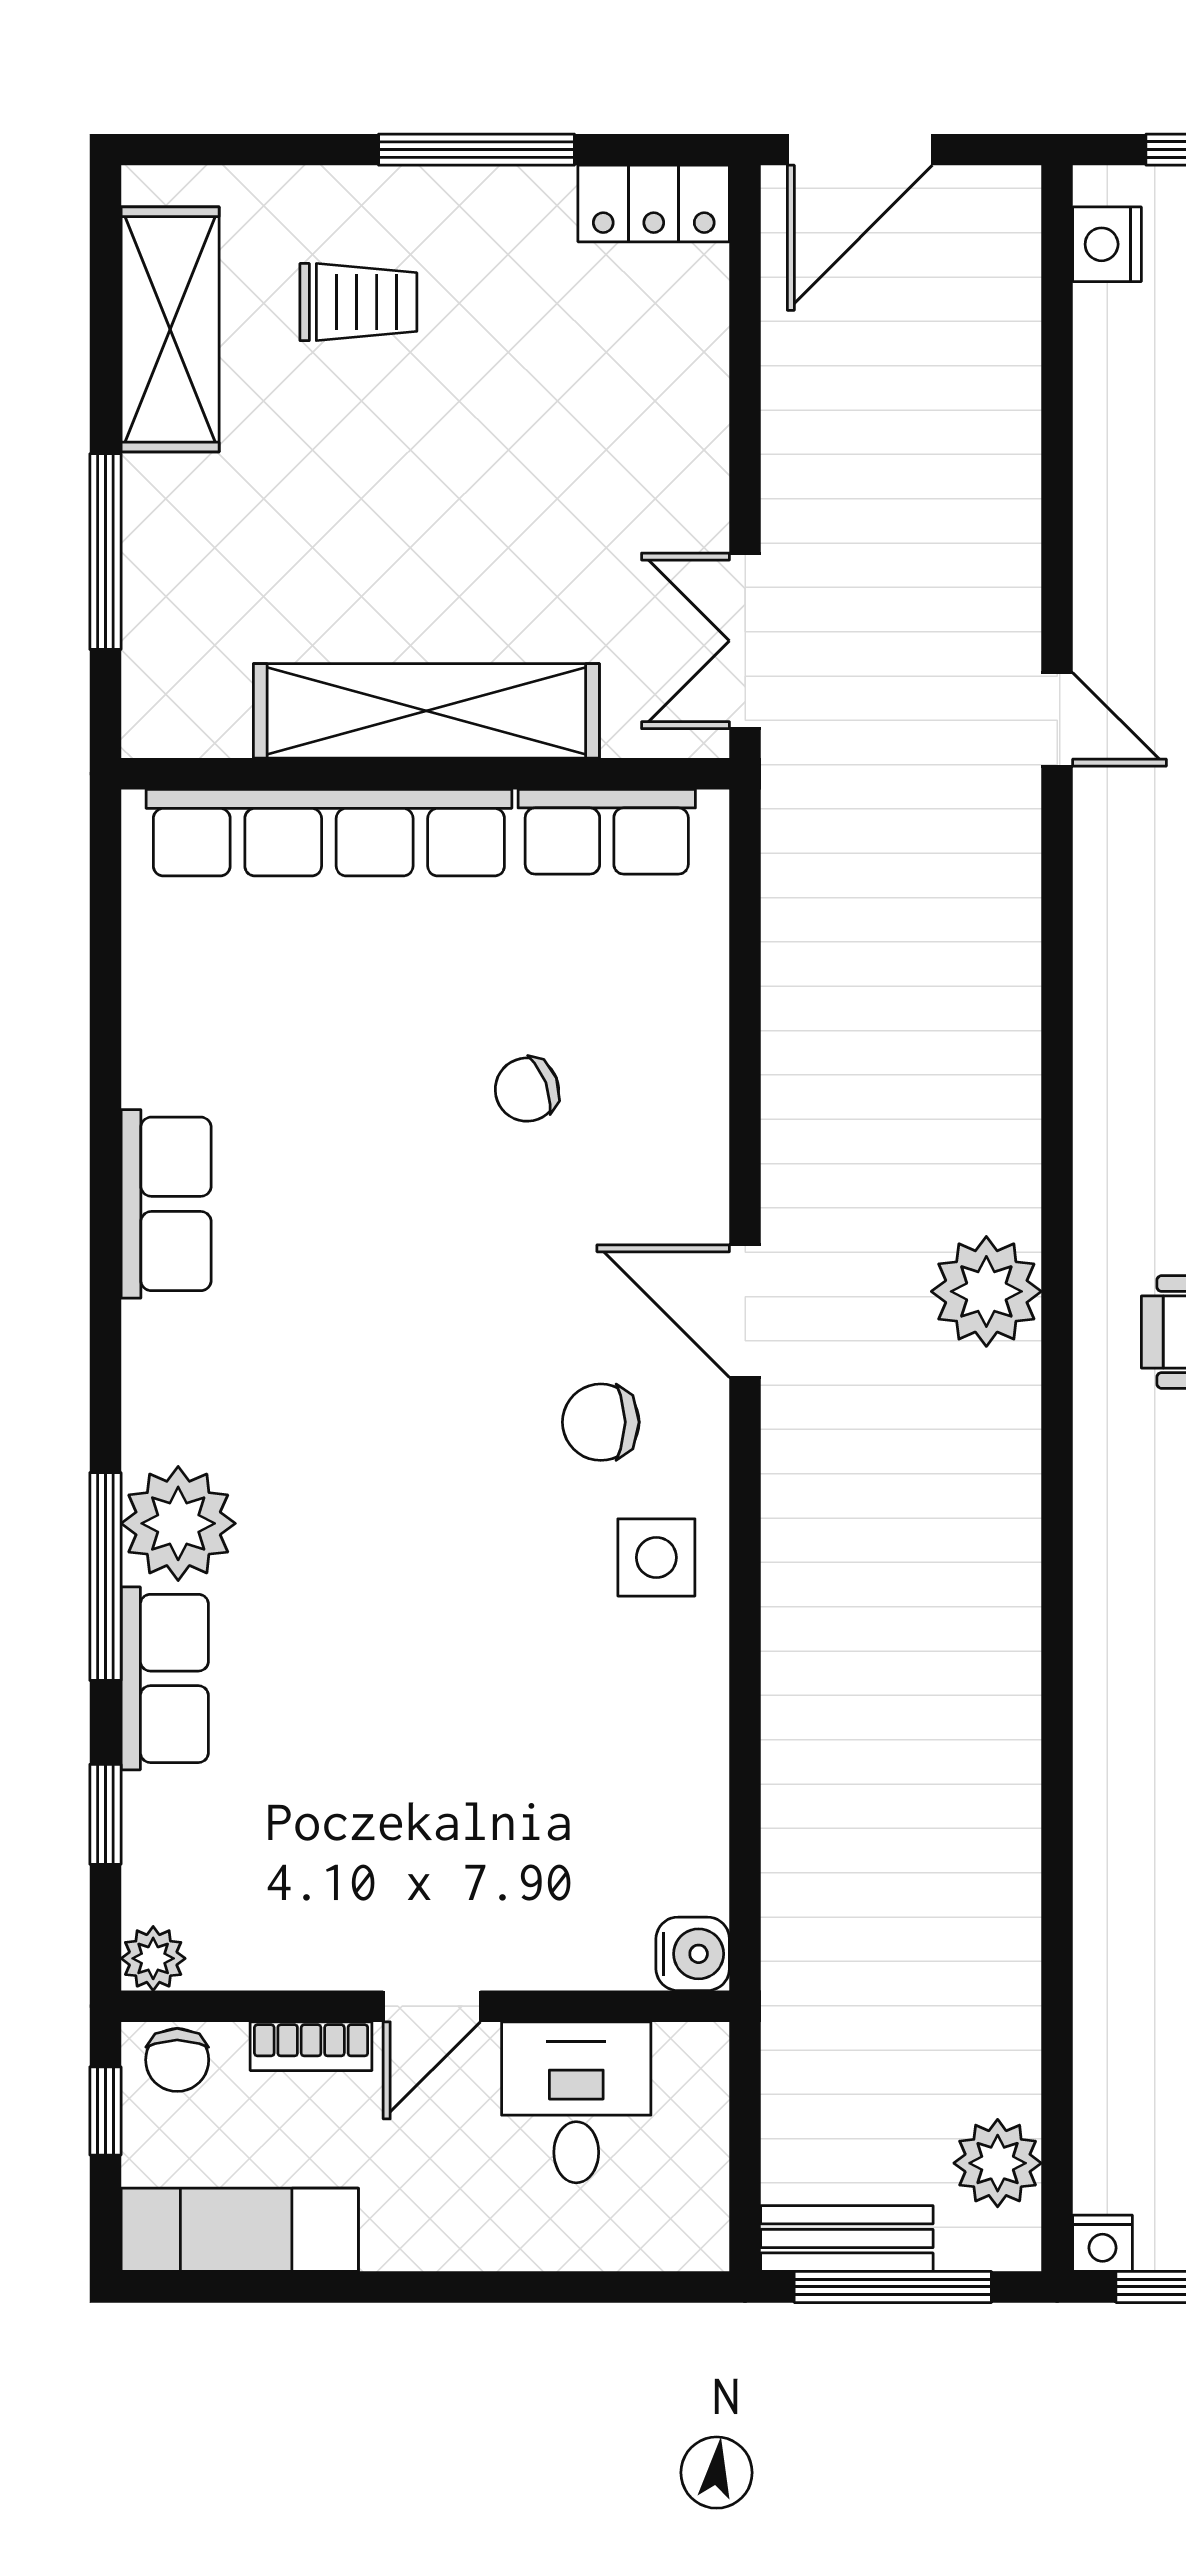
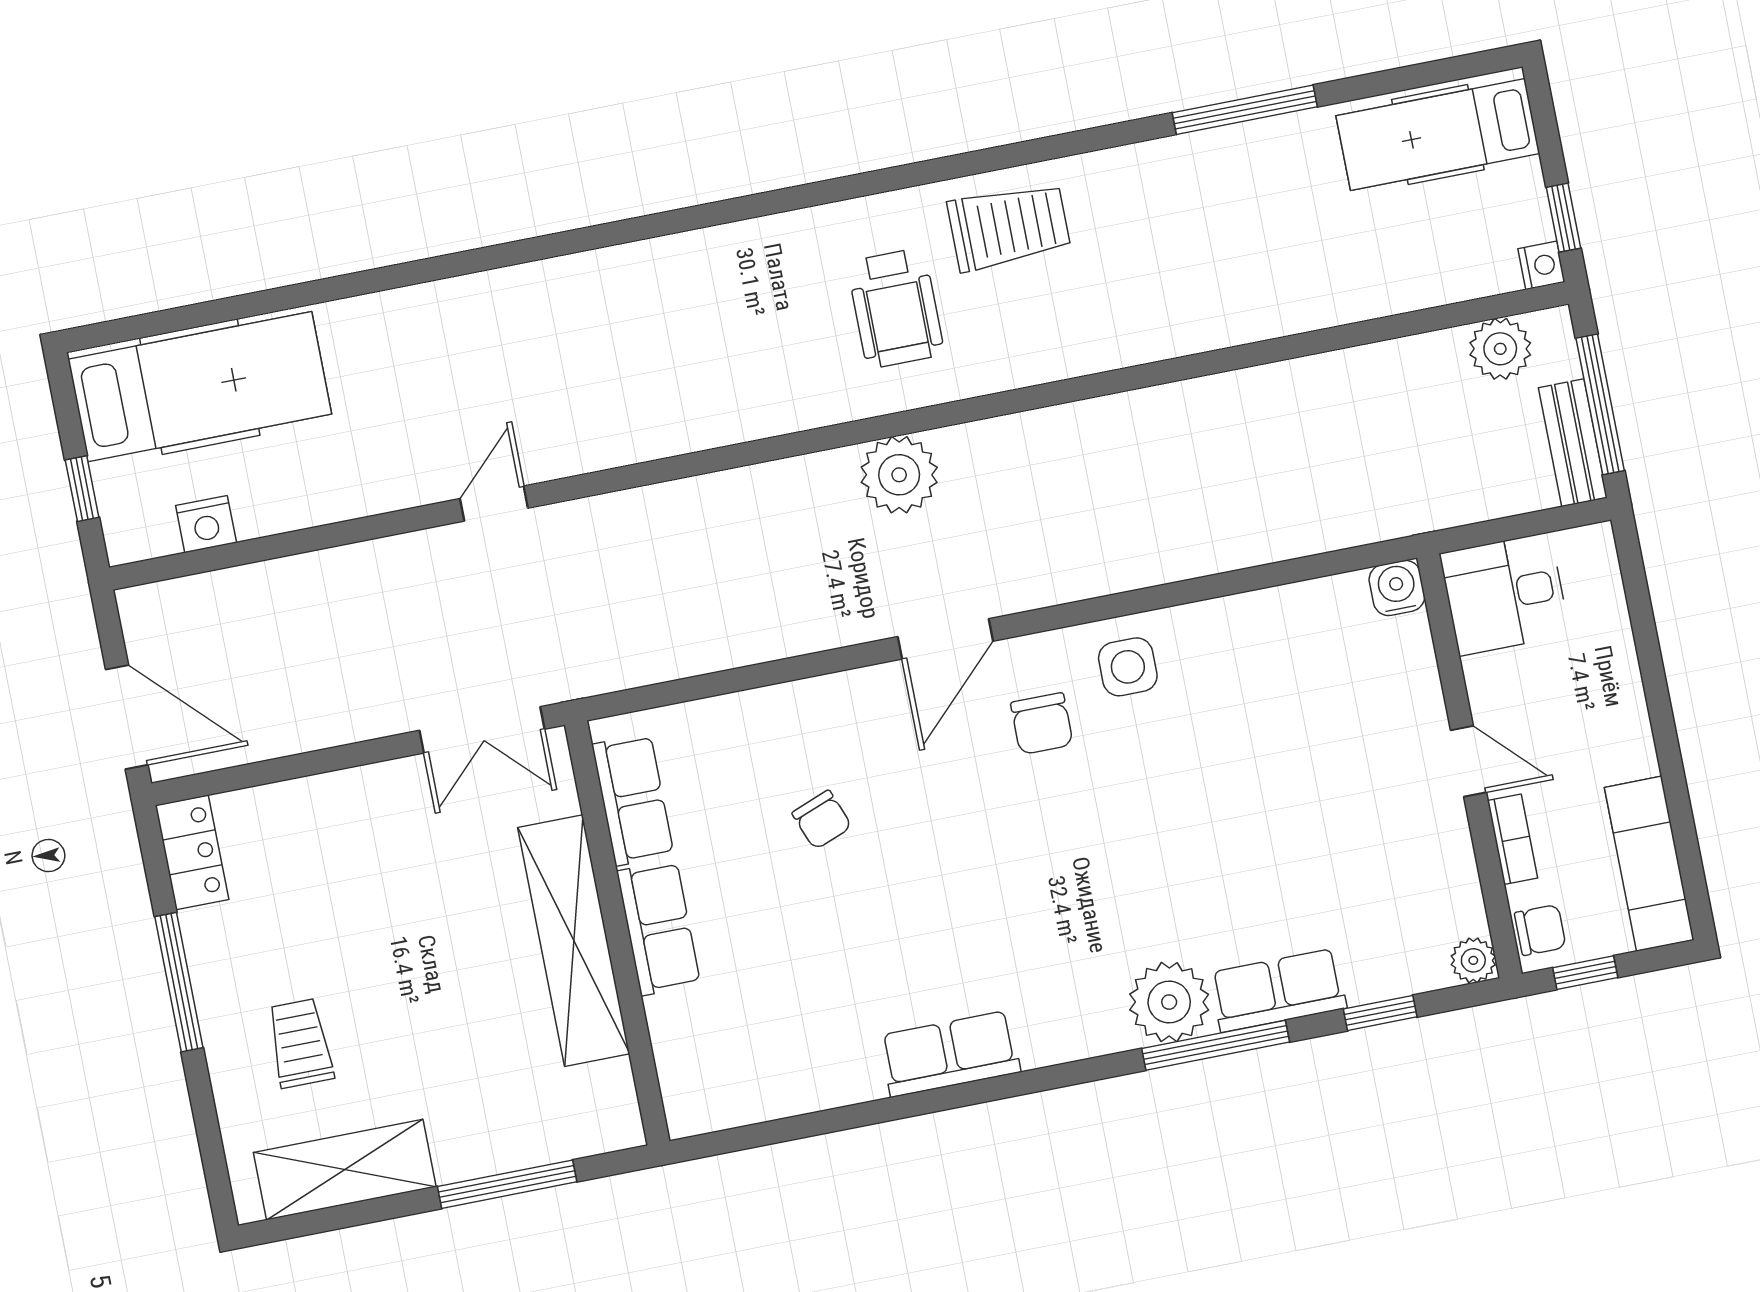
nightstand: (1107, 244) -> (206, 524), moved
row of seats: (329, 833) -> (659, 928), width x0.50
desk: (576, 2102) -> (1505, 594), moved

